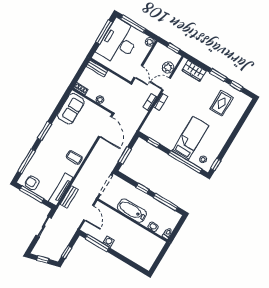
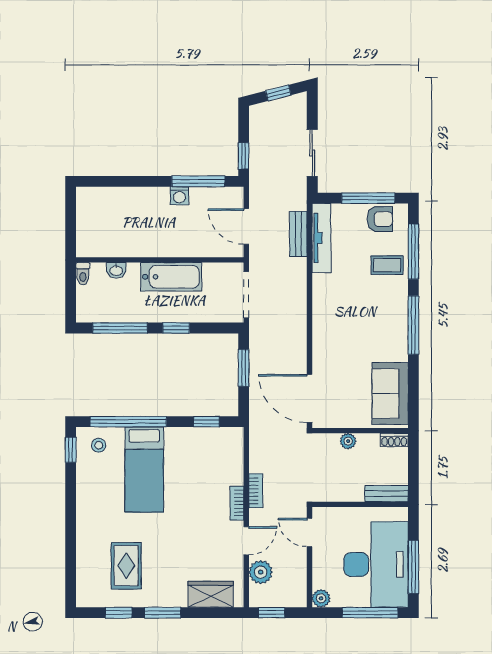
window: (45, 131) -> (413, 325), width x1.44
coffee table: (74, 157) -> (387, 265), moved
window: (66, 252) -> (244, 156), moved

